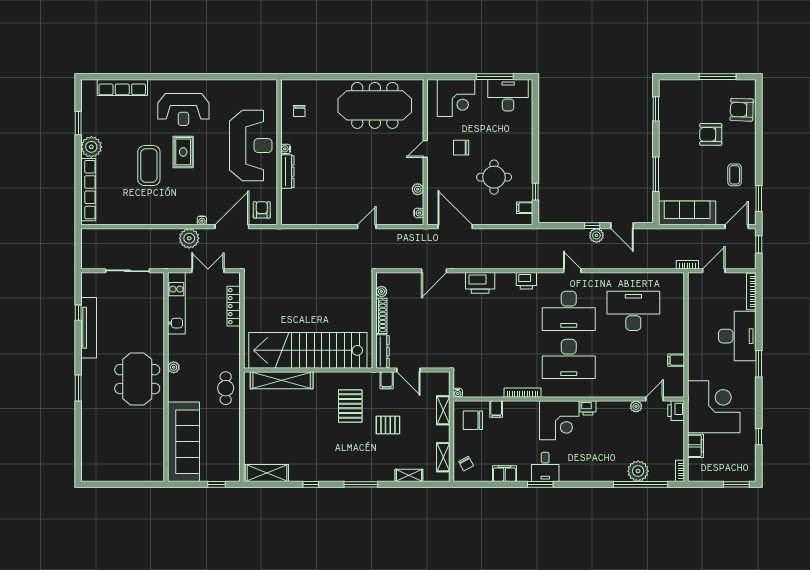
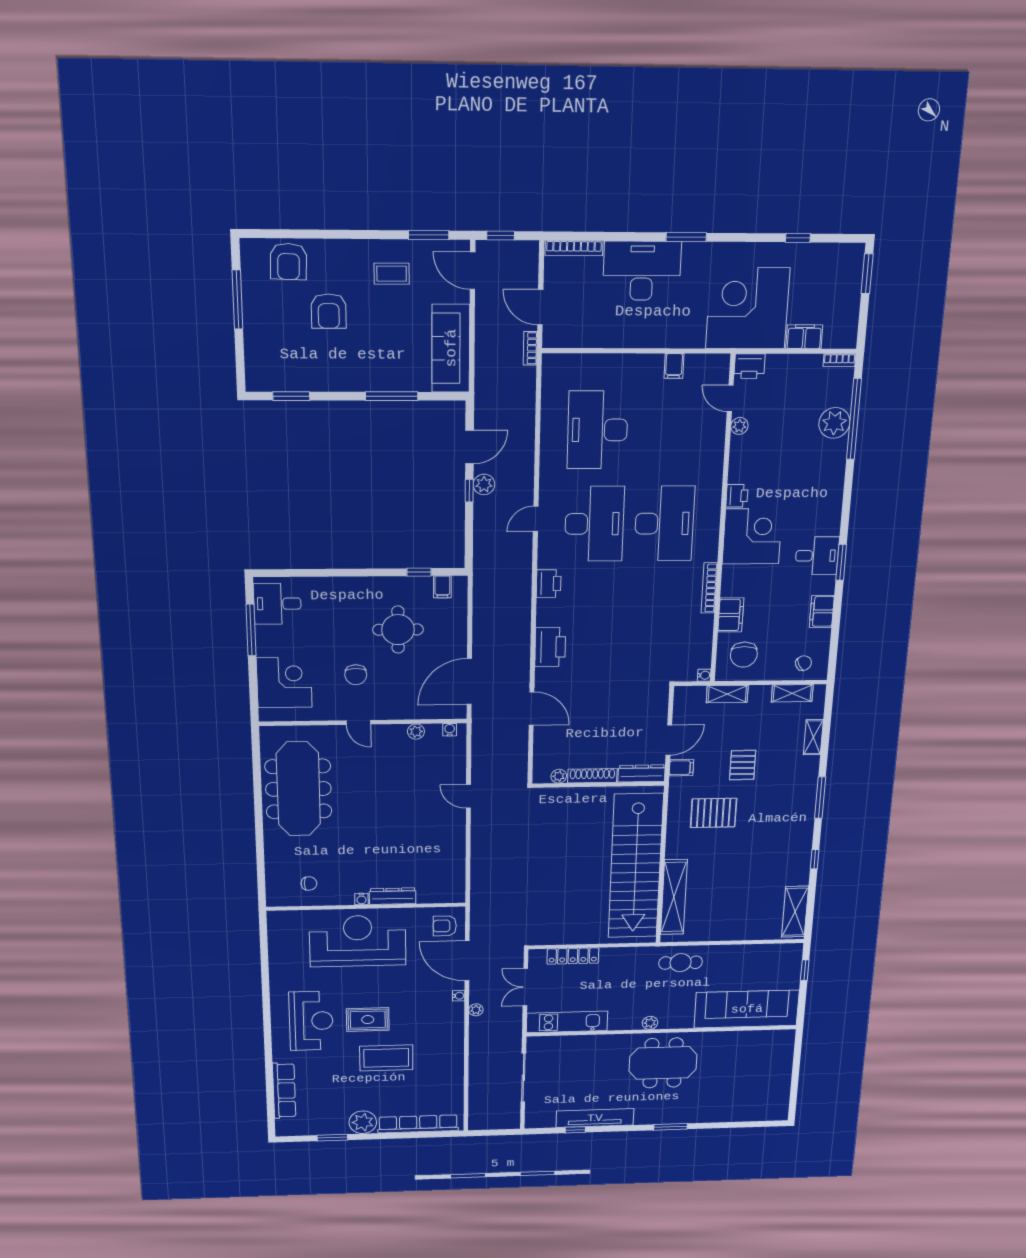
desk: (508, 95) -> (277, 604), width x0.73
plant: (189, 238) -> (476, 1010), width x0.53, depth x0.53
filing cabinet: (496, 409) -> (731, 615), width x2.00

